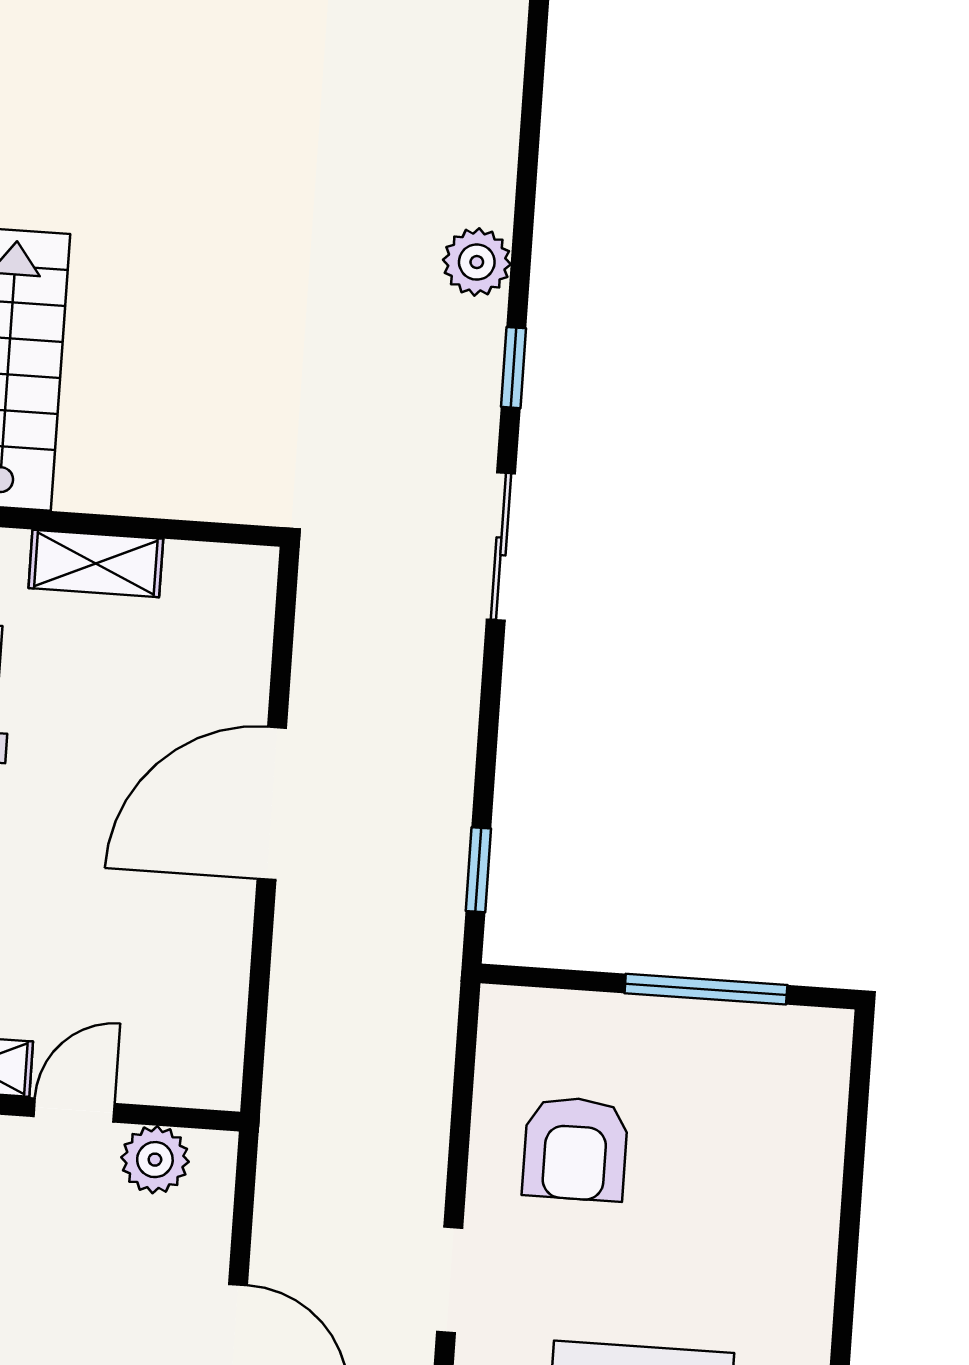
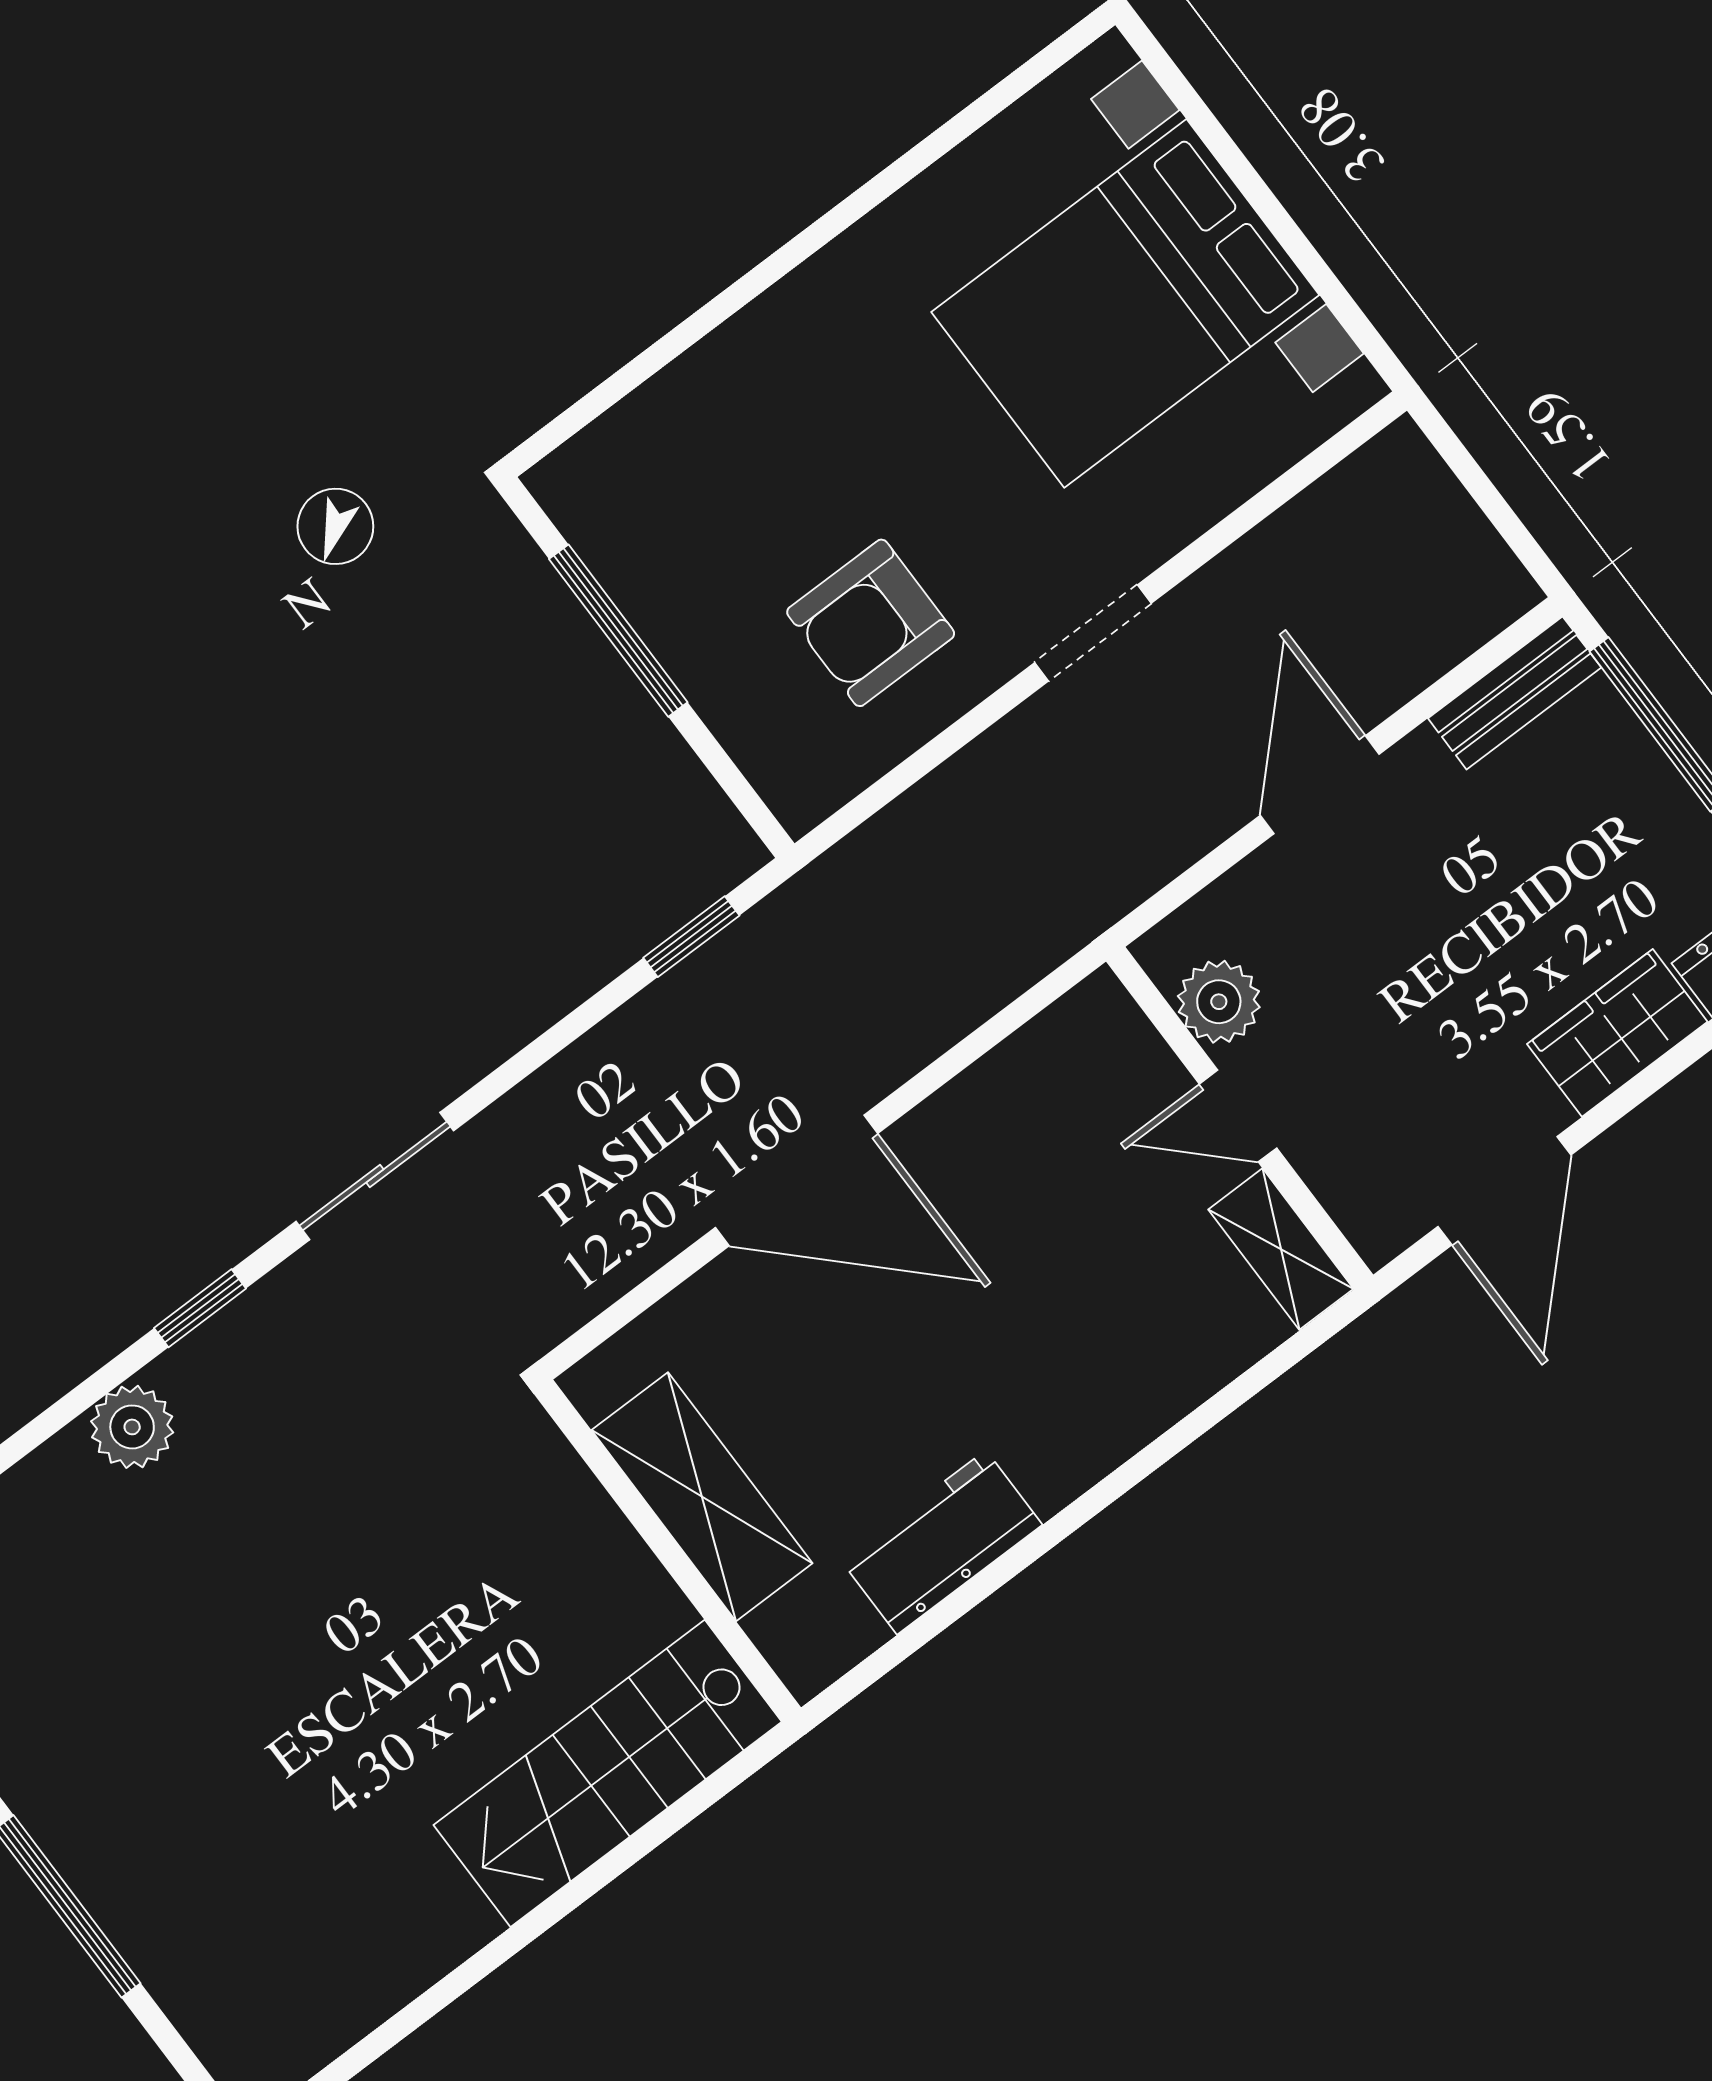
shelving: (96, 563) -> (702, 1497), width x1.50, depth x1.33
armchair: (575, 1149) -> (871, 623), turned 180

